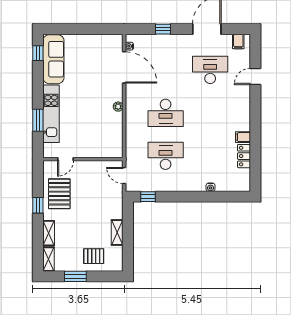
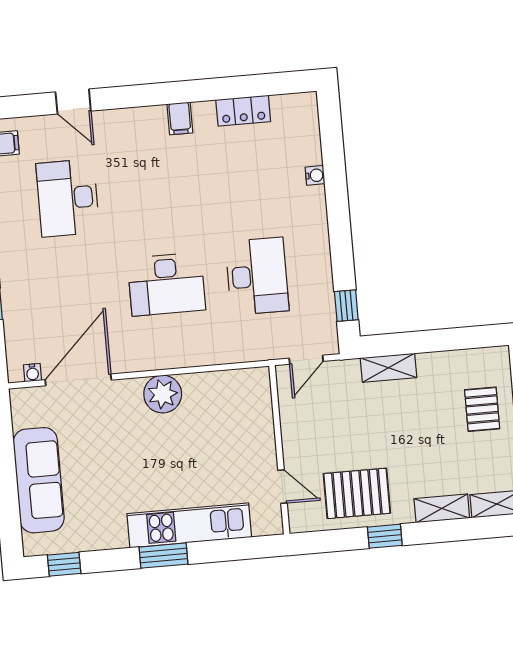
sofa: (53, 59) -> (39, 480), moved, turned 90
plant: (118, 107) -> (163, 394), width x1.88, depth x1.88
desk: (166, 113) -> (167, 284), turned 90
window: (38, 120) -> (163, 556), moved
filing cabinet: (243, 137) -> (180, 118), moved
desk: (166, 156) -> (257, 276), turned 180
shelving: (117, 232) -> (389, 368), moved

